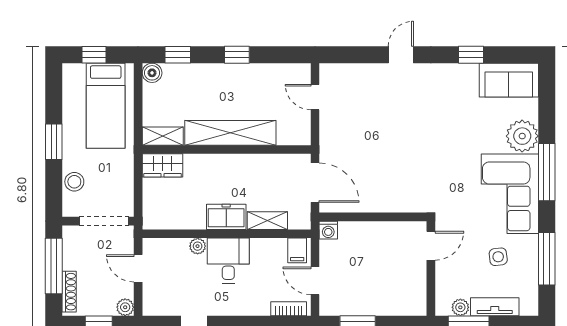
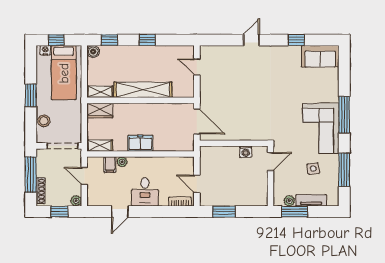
nightstand: (77, 71) -> (45, 50), added
plant: (522, 136) -> (329, 92), removed
shelving: (267, 221) -> (100, 146), moved
washing machine: (328, 230) -> (246, 152), moved
filing cabinet: (297, 250) -> (110, 165), moved
desk: (228, 261) -> (145, 192), moved, turned 180

